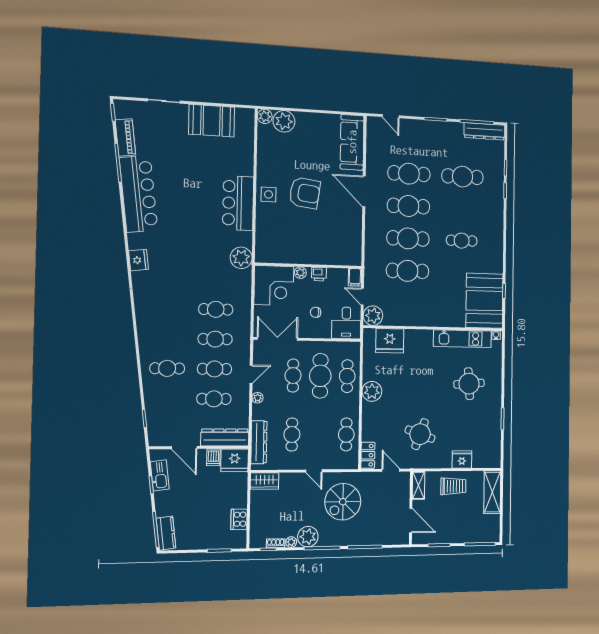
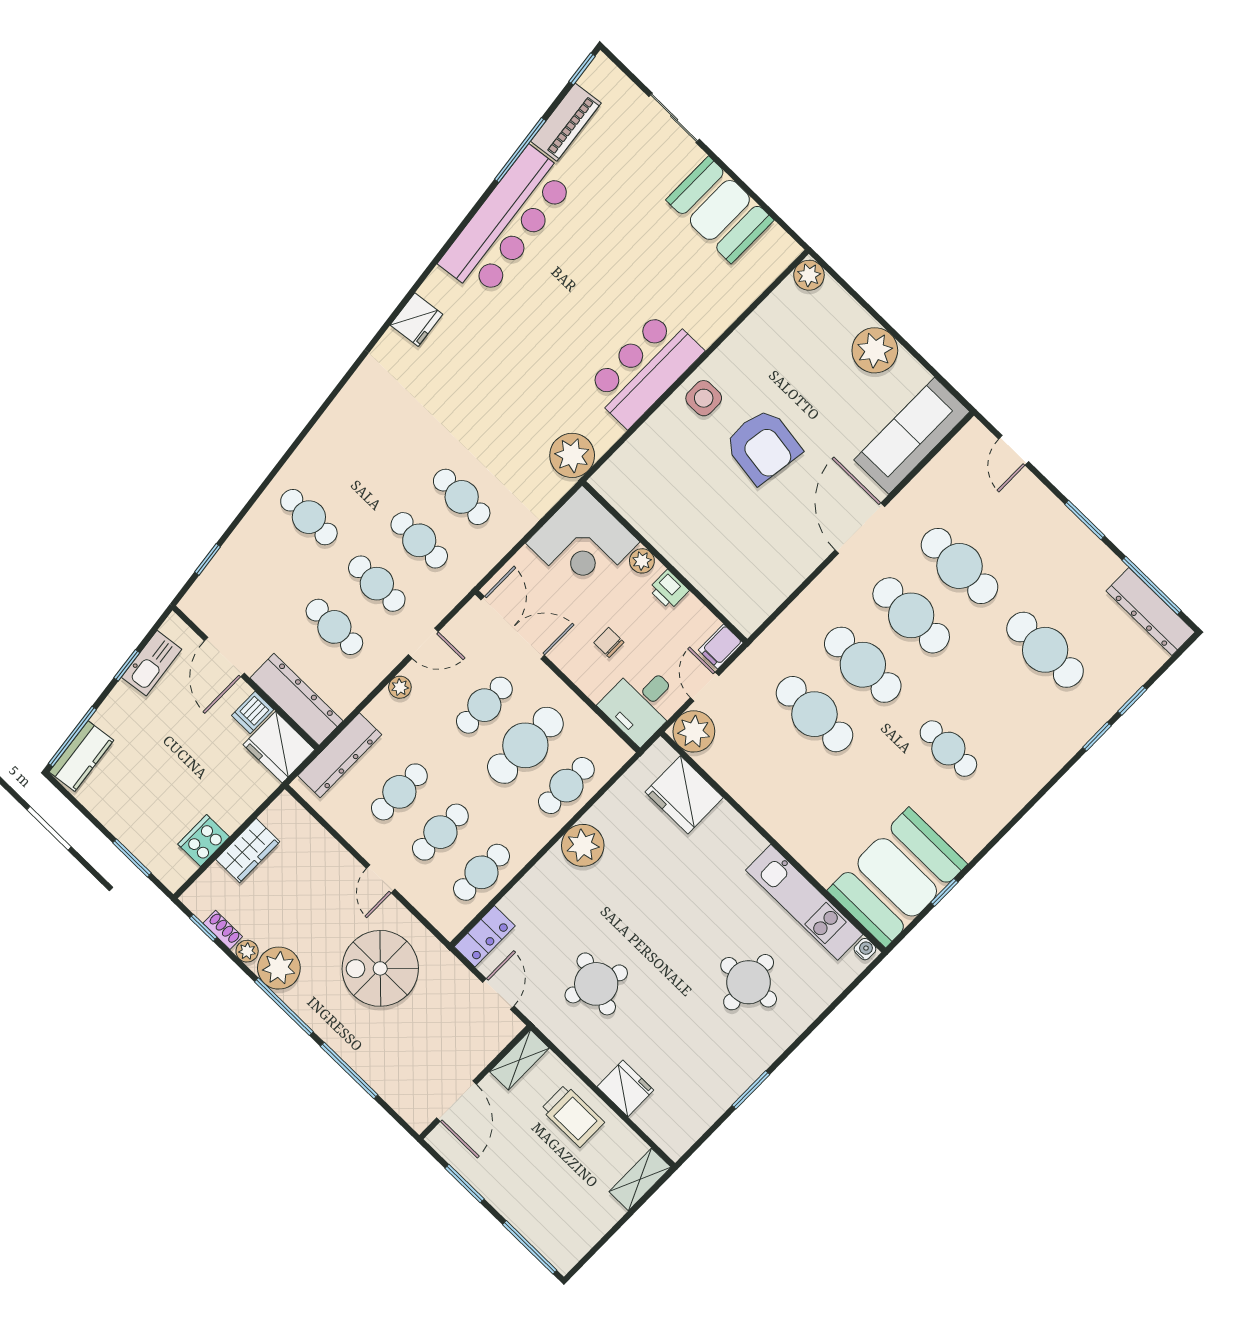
plant: (284, 121) -> (875, 350), moved
cafe table: (319, 434) -> (440, 832), added
wardrobe: (264, 481) -> (248, 851), moved, turned -90
shelving: (492, 492) -> (640, 1179), width x0.67, depth x0.75

